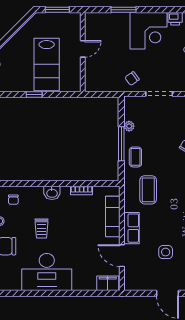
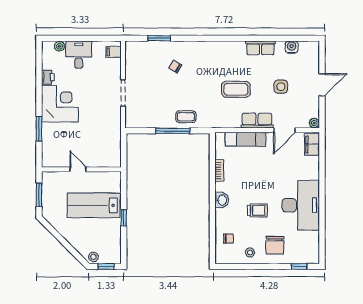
lab bench: (47, 65) -> (94, 205), turned 180
chair: (132, 79) -> (108, 120), removed
plant: (129, 126) -> (314, 123), moved
coffee table: (148, 190) -> (236, 89), moved

